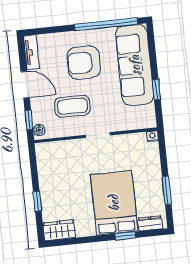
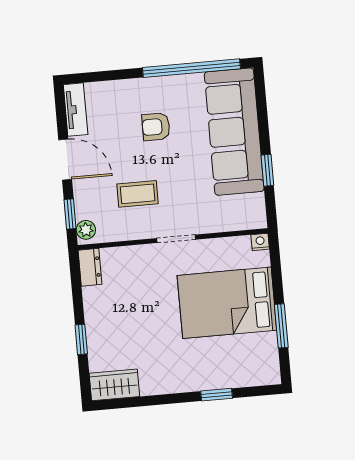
armchair: (84, 63) -> (156, 127), width x0.53, depth x0.53
coffee table: (72, 106) -> (138, 194), width x0.73, depth x0.77
bed: (114, 203) -> (227, 303), moved, turned -90
dresser: (150, 223) -> (90, 267), moved, turned 90

